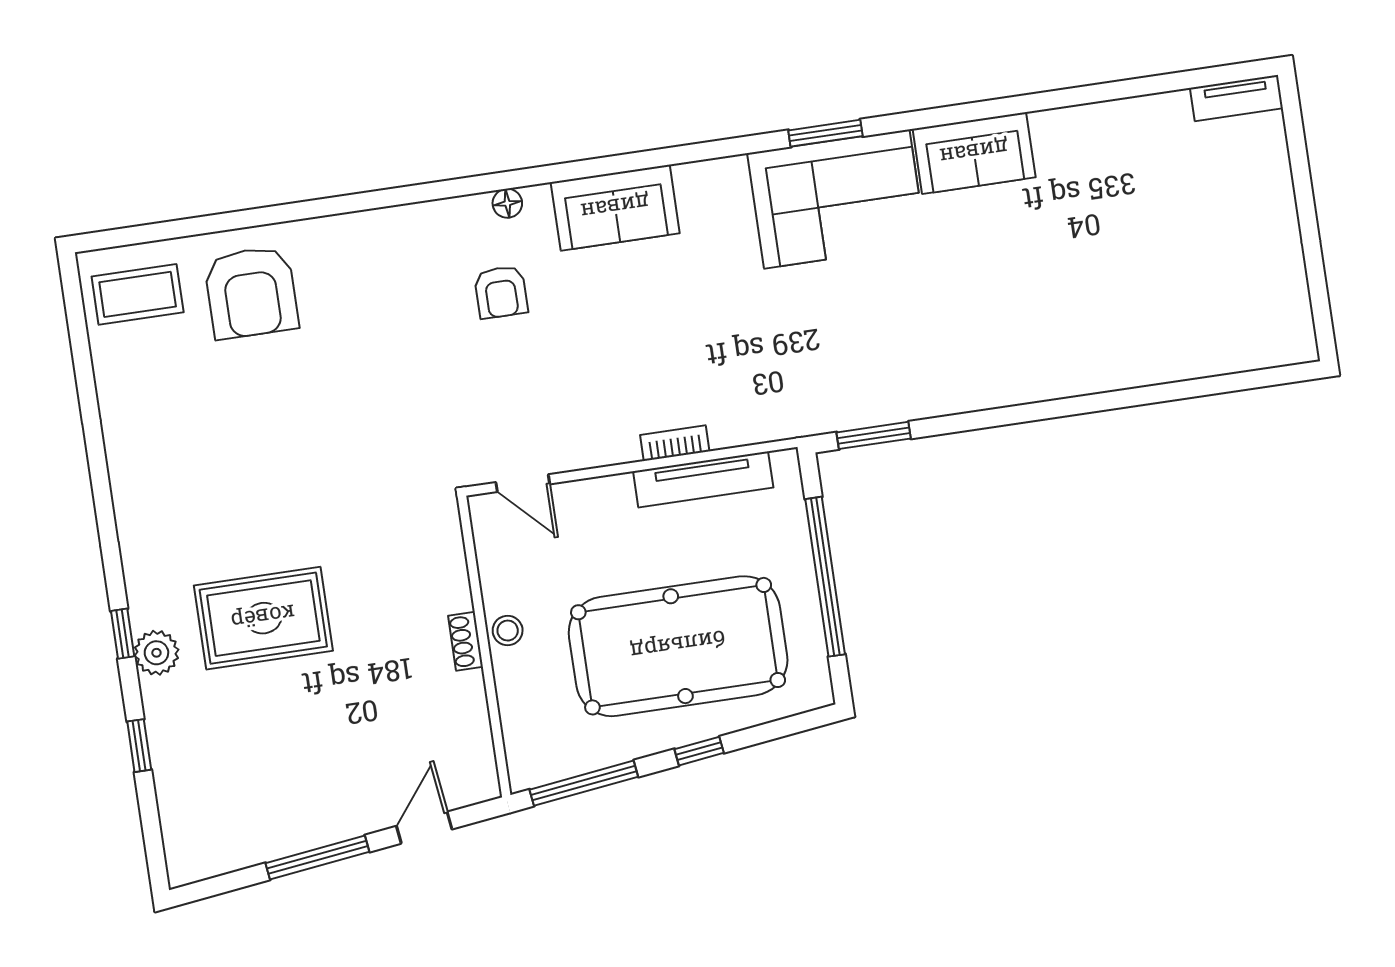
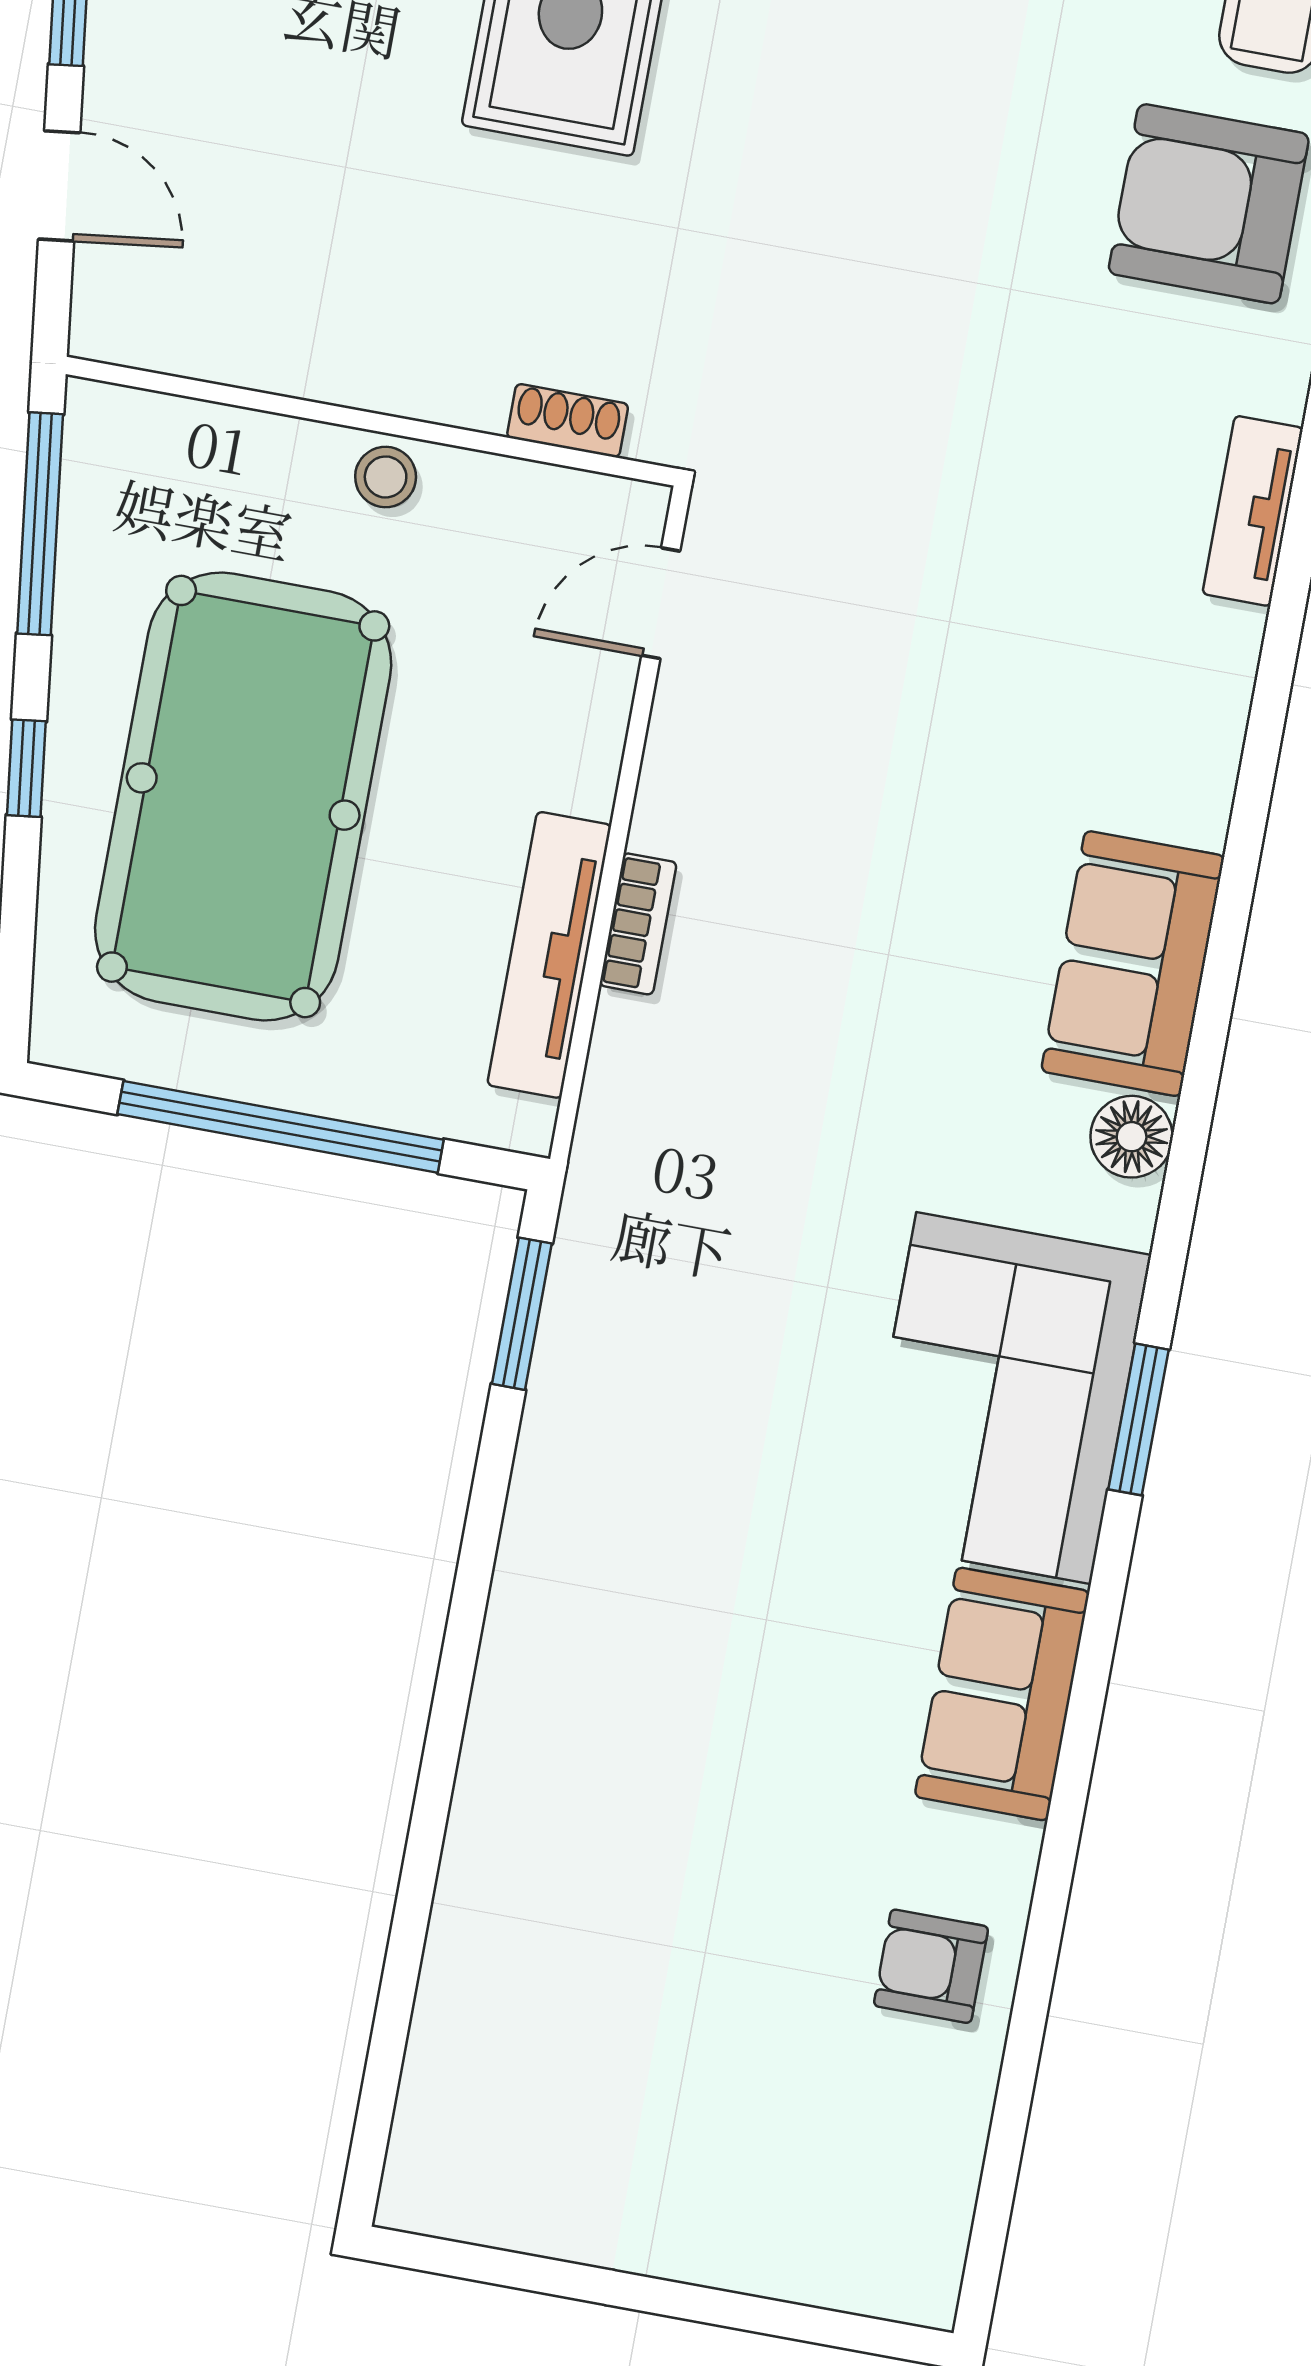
tv unit: (1236, 98) -> (1253, 511), moved
floor lamp: (507, 203) -> (1132, 1137), moved, width x1.37, depth x1.37
armchair: (501, 292) -> (931, 1966), moved
shoe rack: (466, 641) -> (568, 421), moved

